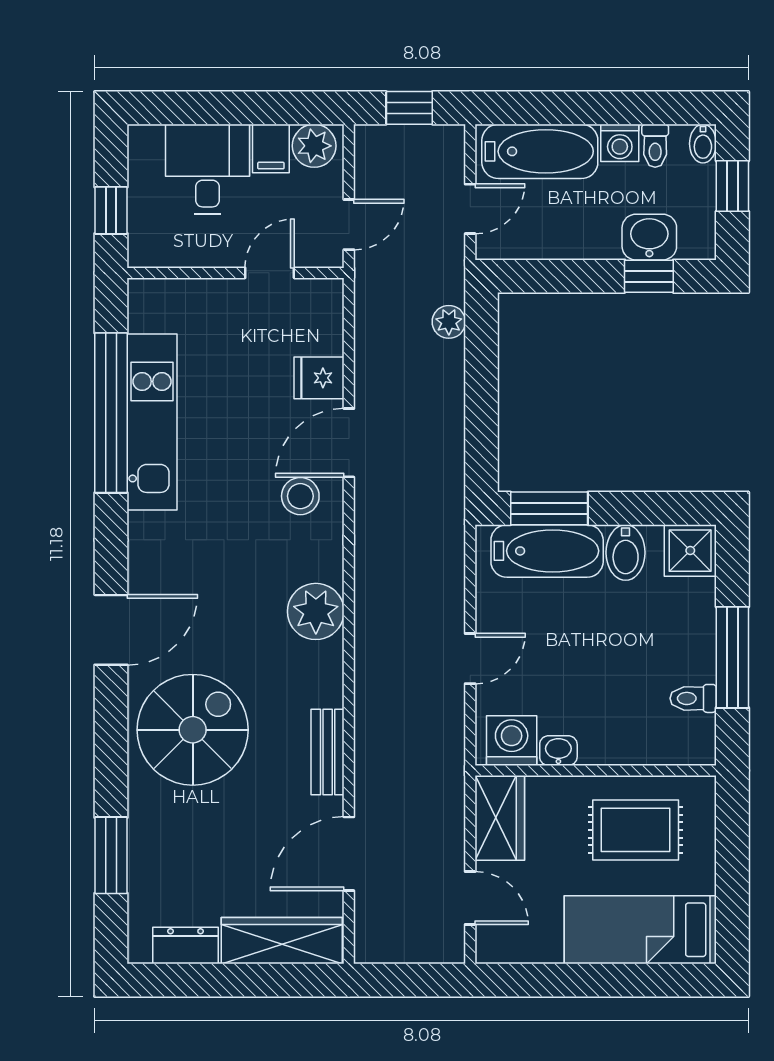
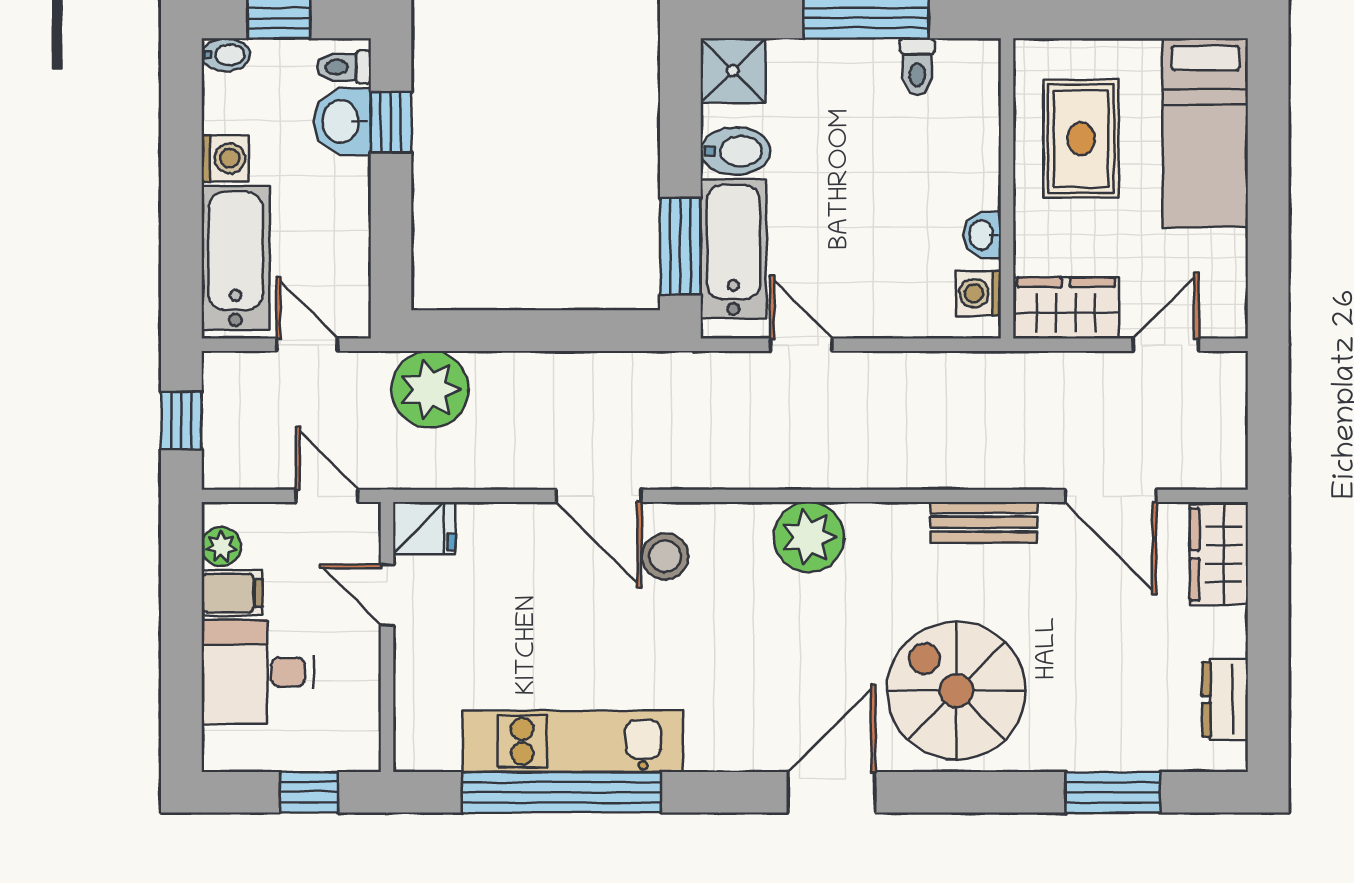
plant: (314, 146) -> (221, 547), width x0.73, depth x0.73
toilet: (655, 146) -> (344, 67), moved, turned 180
plant: (449, 322) -> (430, 389), width x1.87, depth x1.87
fridge: (319, 378) -> (424, 528), moved, turned -90
door: (111, 630) -> (832, 792), hinge flipped
door: (470, 659) -> (801, 345), moved
washing machine: (512, 741) -> (978, 293), width x0.73, depth x0.73
wardrobe: (282, 941) -> (1219, 555), width x0.67

